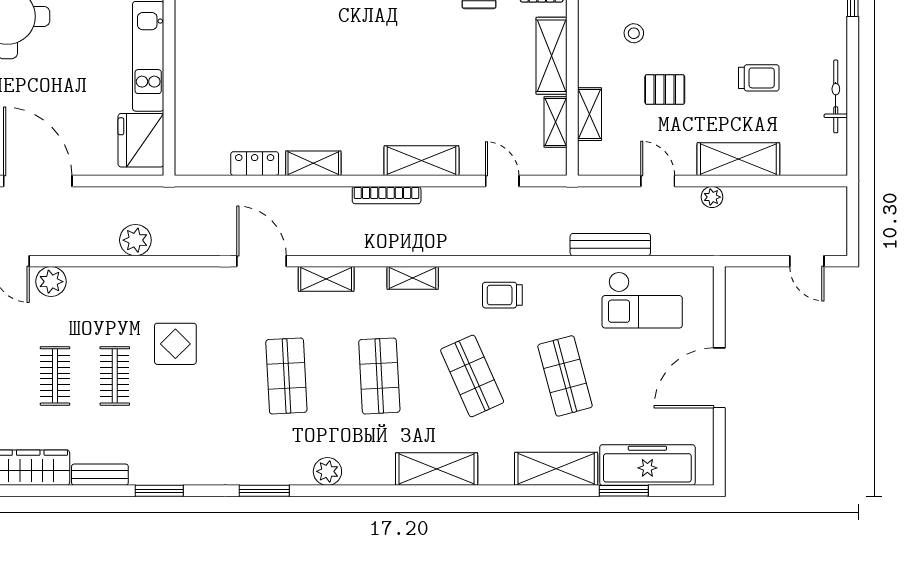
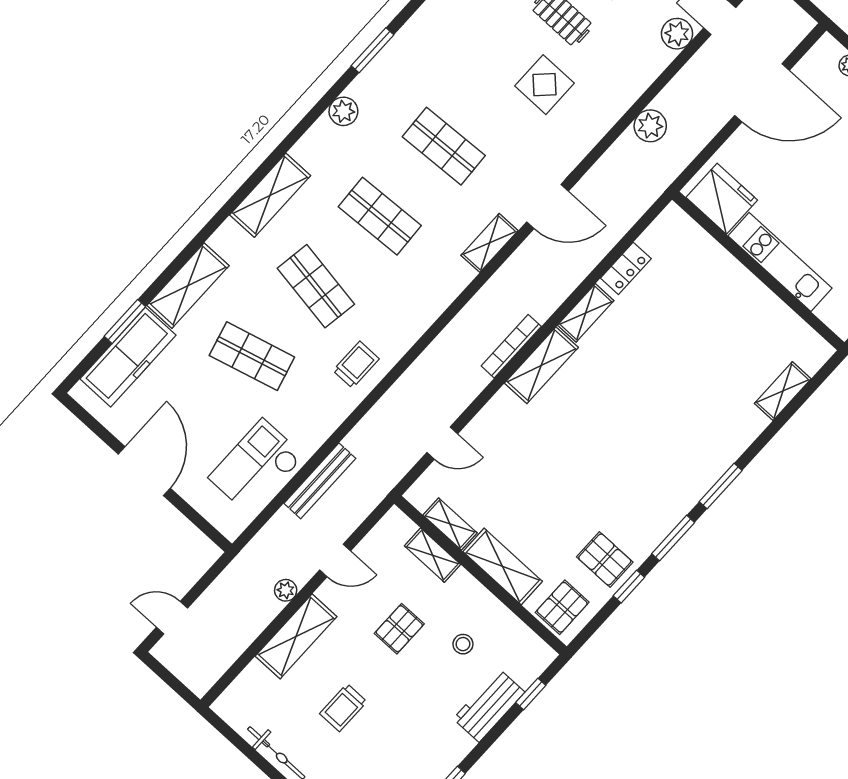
shelving: (421, 161) -> (541, 365), moved
shelving: (413, 278) -> (431, 309), removed
shop shelf: (472, 376) -> (316, 286), turned 33

